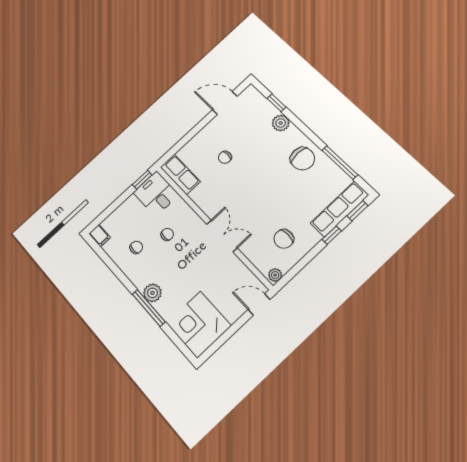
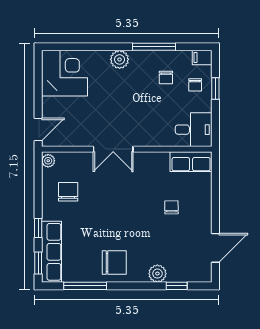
chair: (303, 159) -> (114, 263), turned 180
window: (142, 180) -> (215, 88), moved
chair: (167, 234) -> (195, 85), moved
window: (149, 308) -> (154, 47), moved

